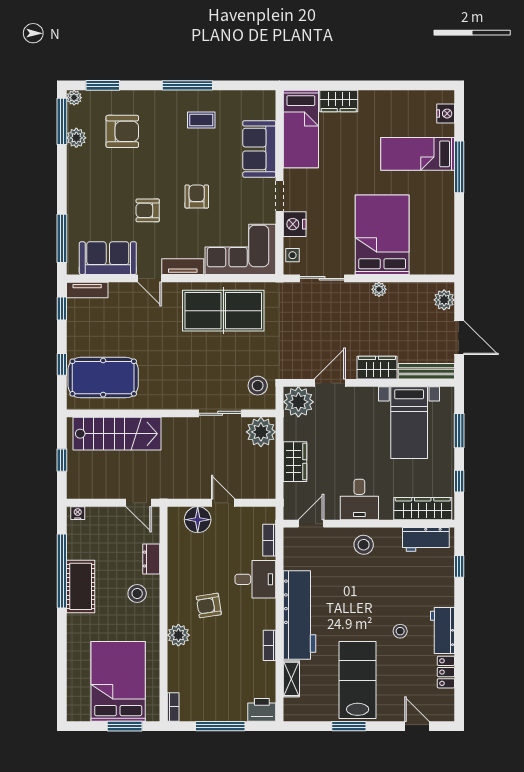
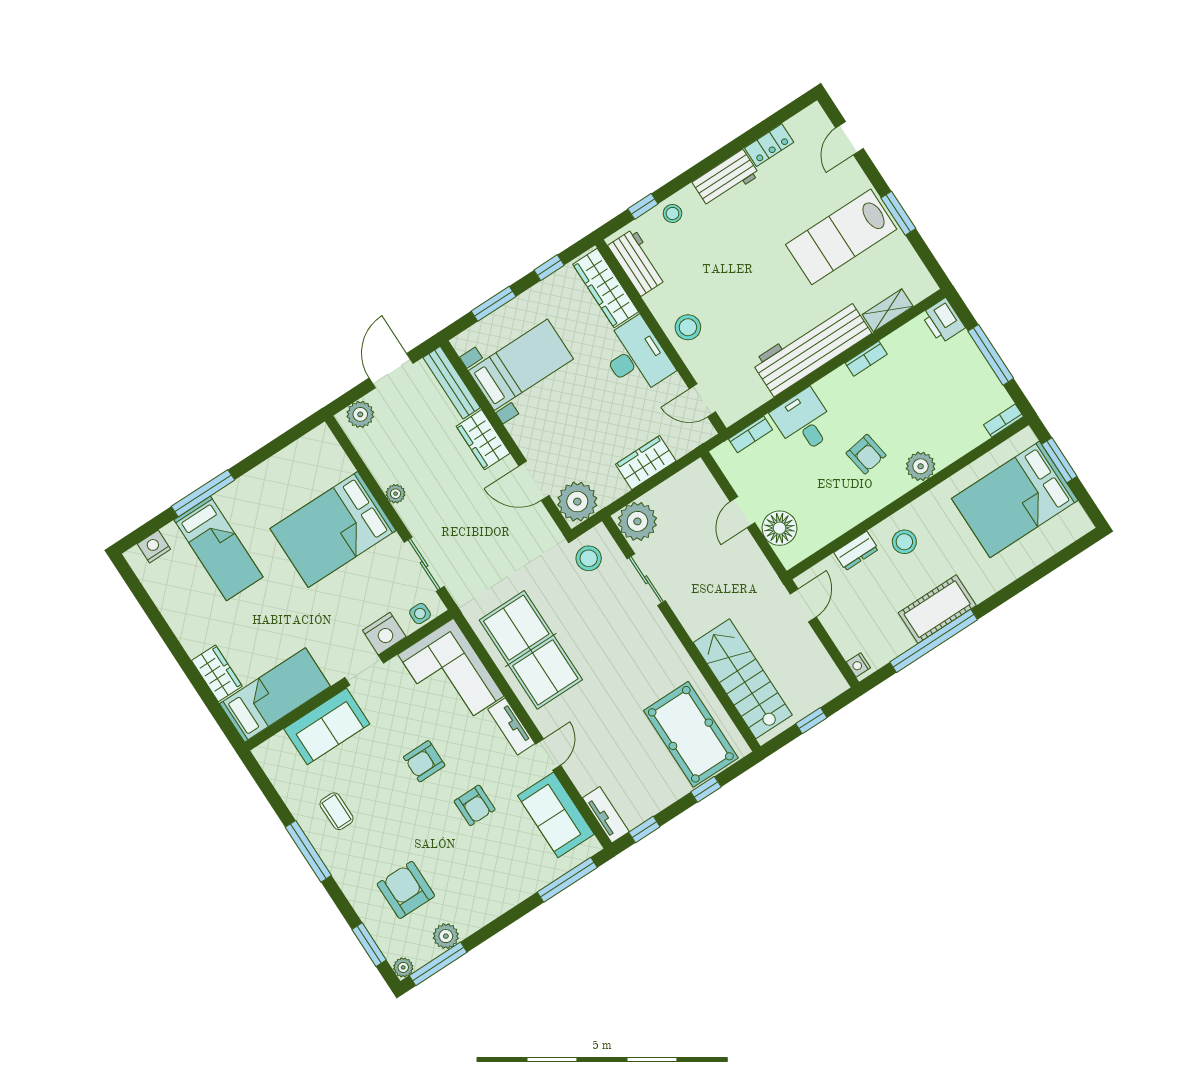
desk: (359, 499) -> (636, 357), width x1.37
stool: (400, 631) -> (672, 213), moved

